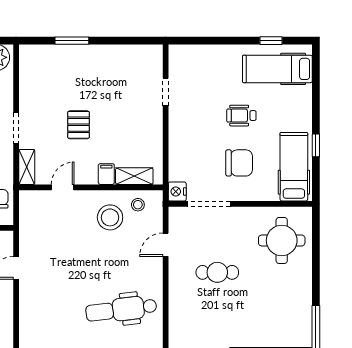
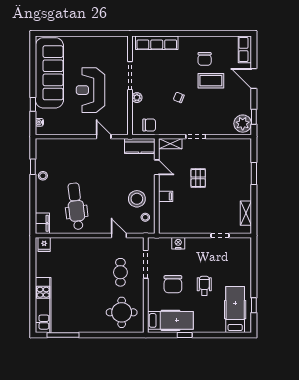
pallet: (79, 125) -> (198, 178), turned 90
shelving: (134, 176) -> (246, 213), moved
nightstand: (177, 191) -> (178, 243), moved
kitchen counter: (30, 213) -> (140, 146), added
cafe table: (217, 272) -> (120, 272), moved

